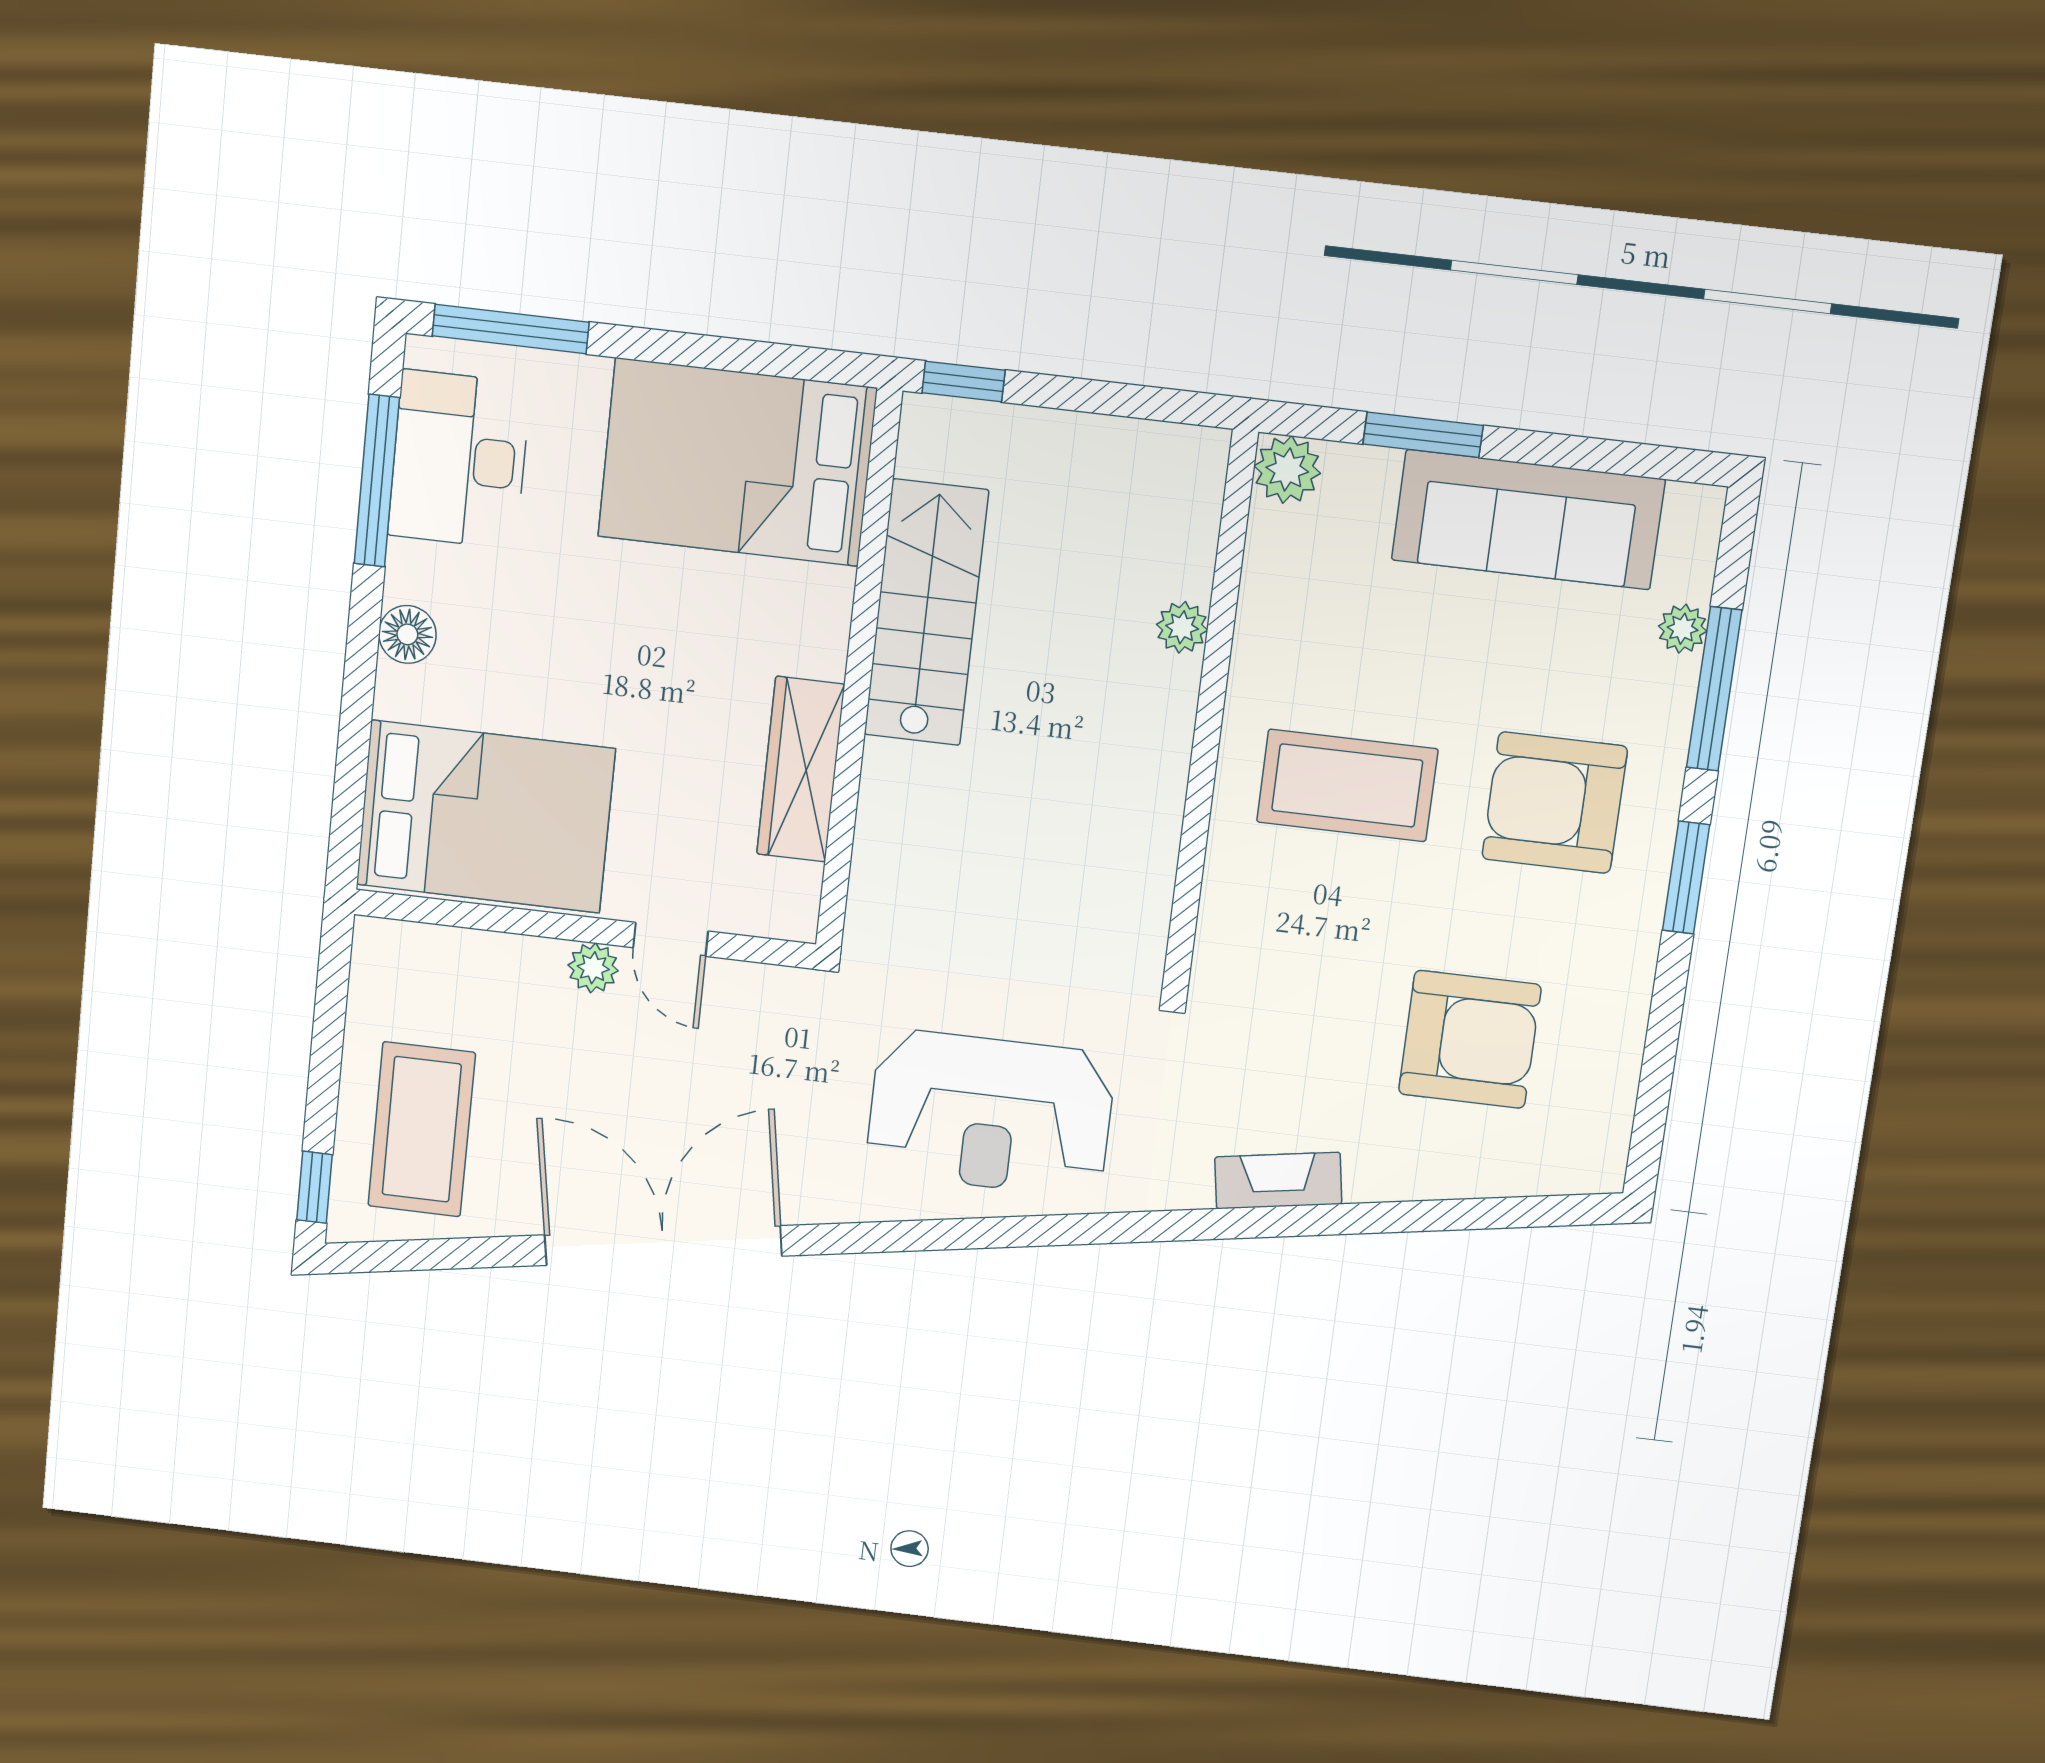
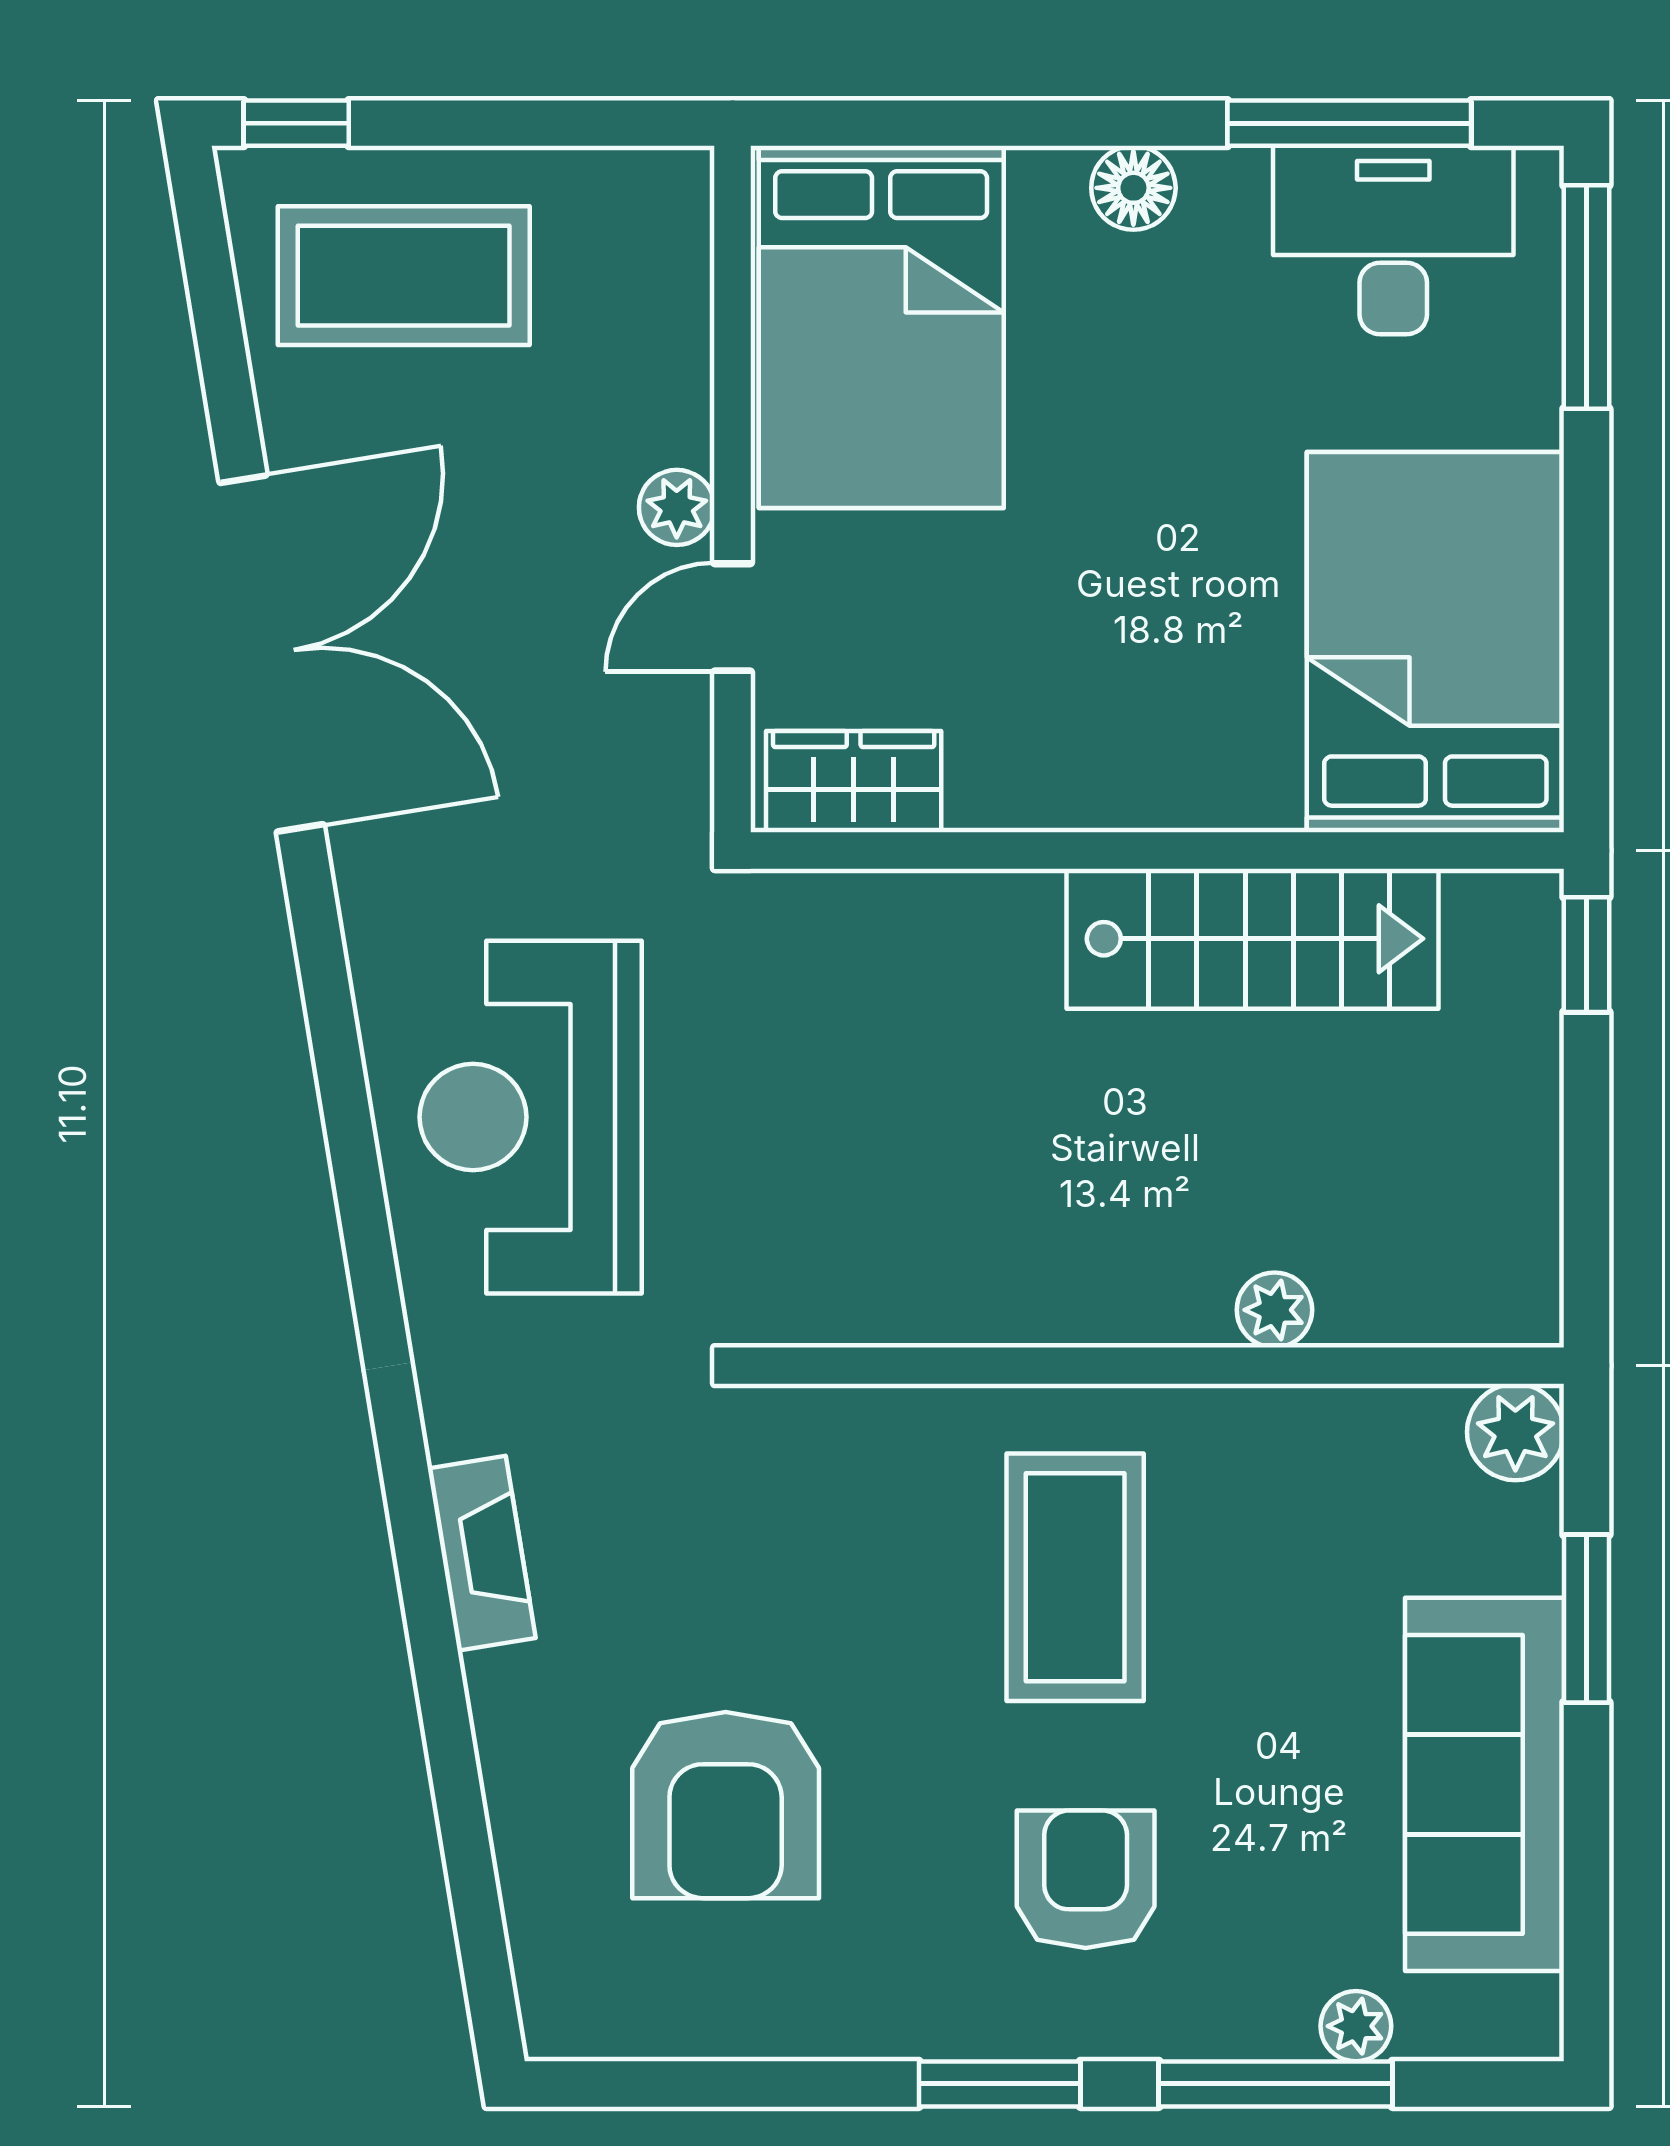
wardrobe: (801, 769) -> (854, 782), moved, width x0.67
armchair: (1555, 803) -> (1086, 1879), width x0.73, depth x0.73

